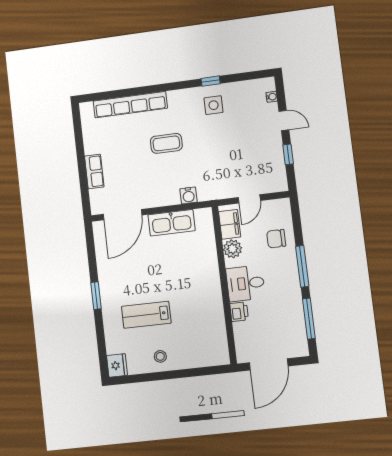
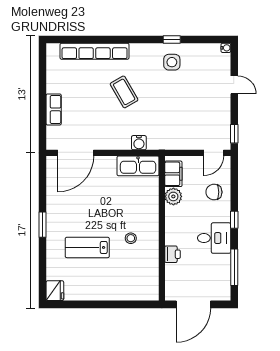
water cooler: (272, 97) -> (226, 48), moved
coffee table: (166, 143) -> (124, 92), turned 60
window: (288, 154) -> (234, 134), moved
door: (249, 199) -> (214, 153), moved
kitchen sink: (172, 223) -> (138, 166), moved
window: (302, 266) -> (234, 220), width x0.46
desk: (245, 283) -> (214, 238), moved, turned 180
stool: (160, 356) -> (131, 238), moved

